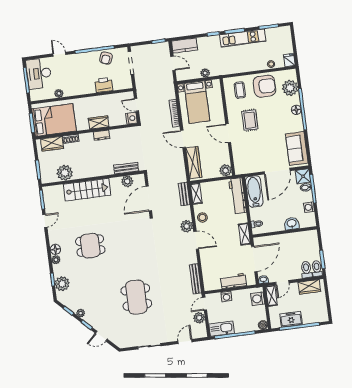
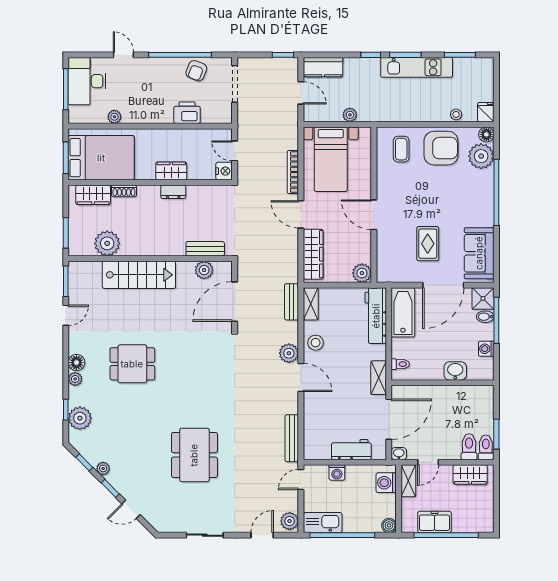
floor lamp: (296, 110) -> (486, 134), moved
rug: (250, 120) -> (428, 244), moved
plant: (199, 318) -> (290, 521), moved

